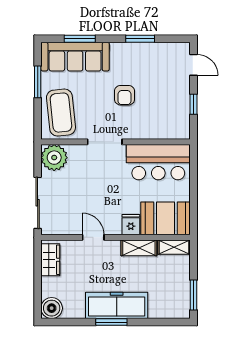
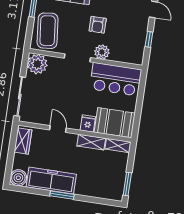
plant: (135, 130) -> (102, 52), added
freezer: (117, 305) -> (51, 181), moved

